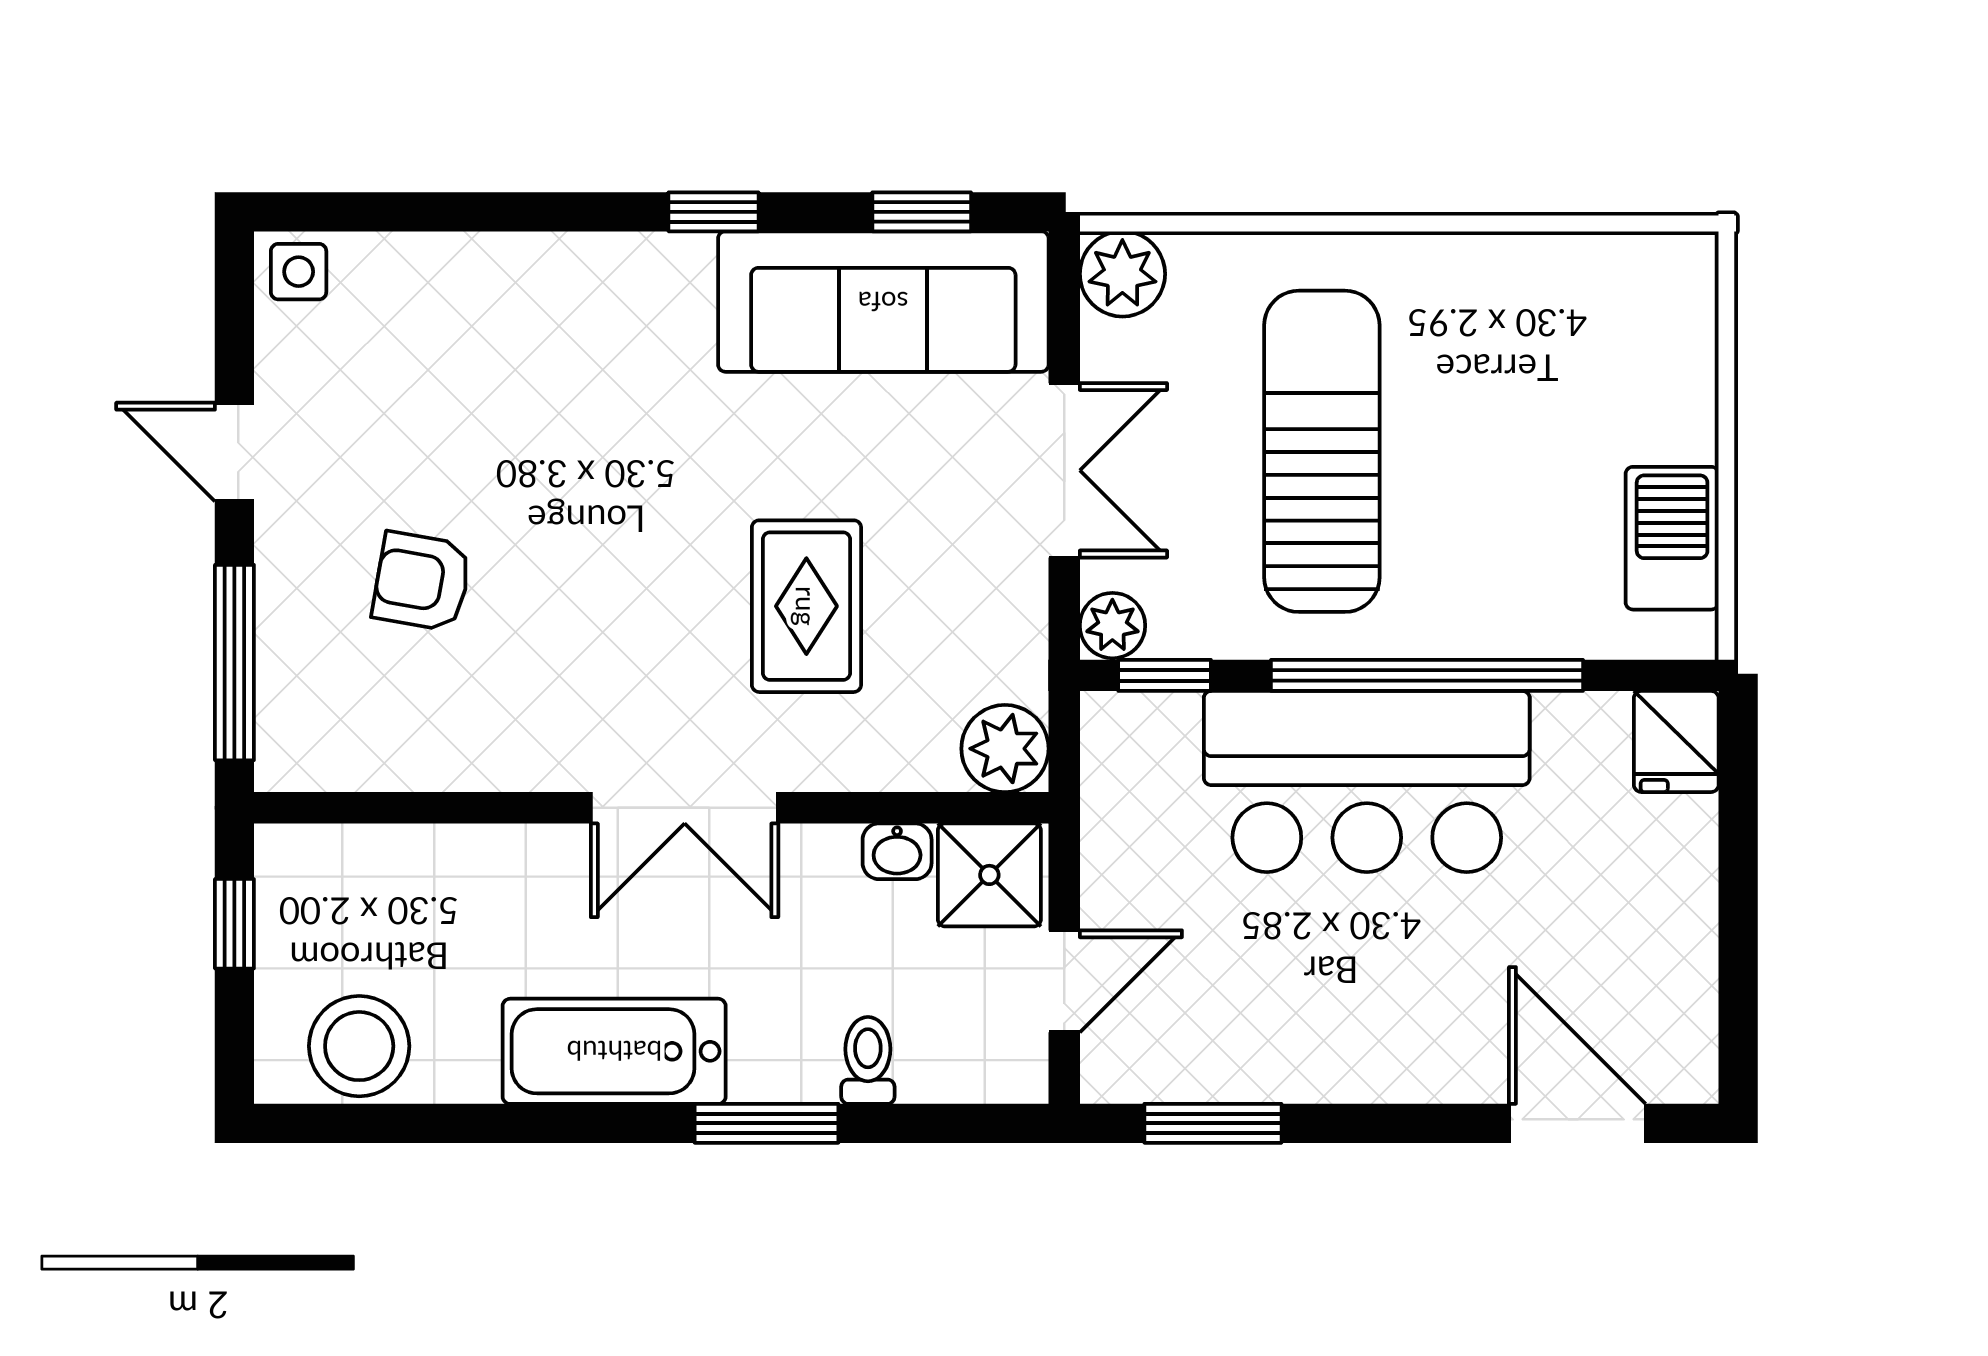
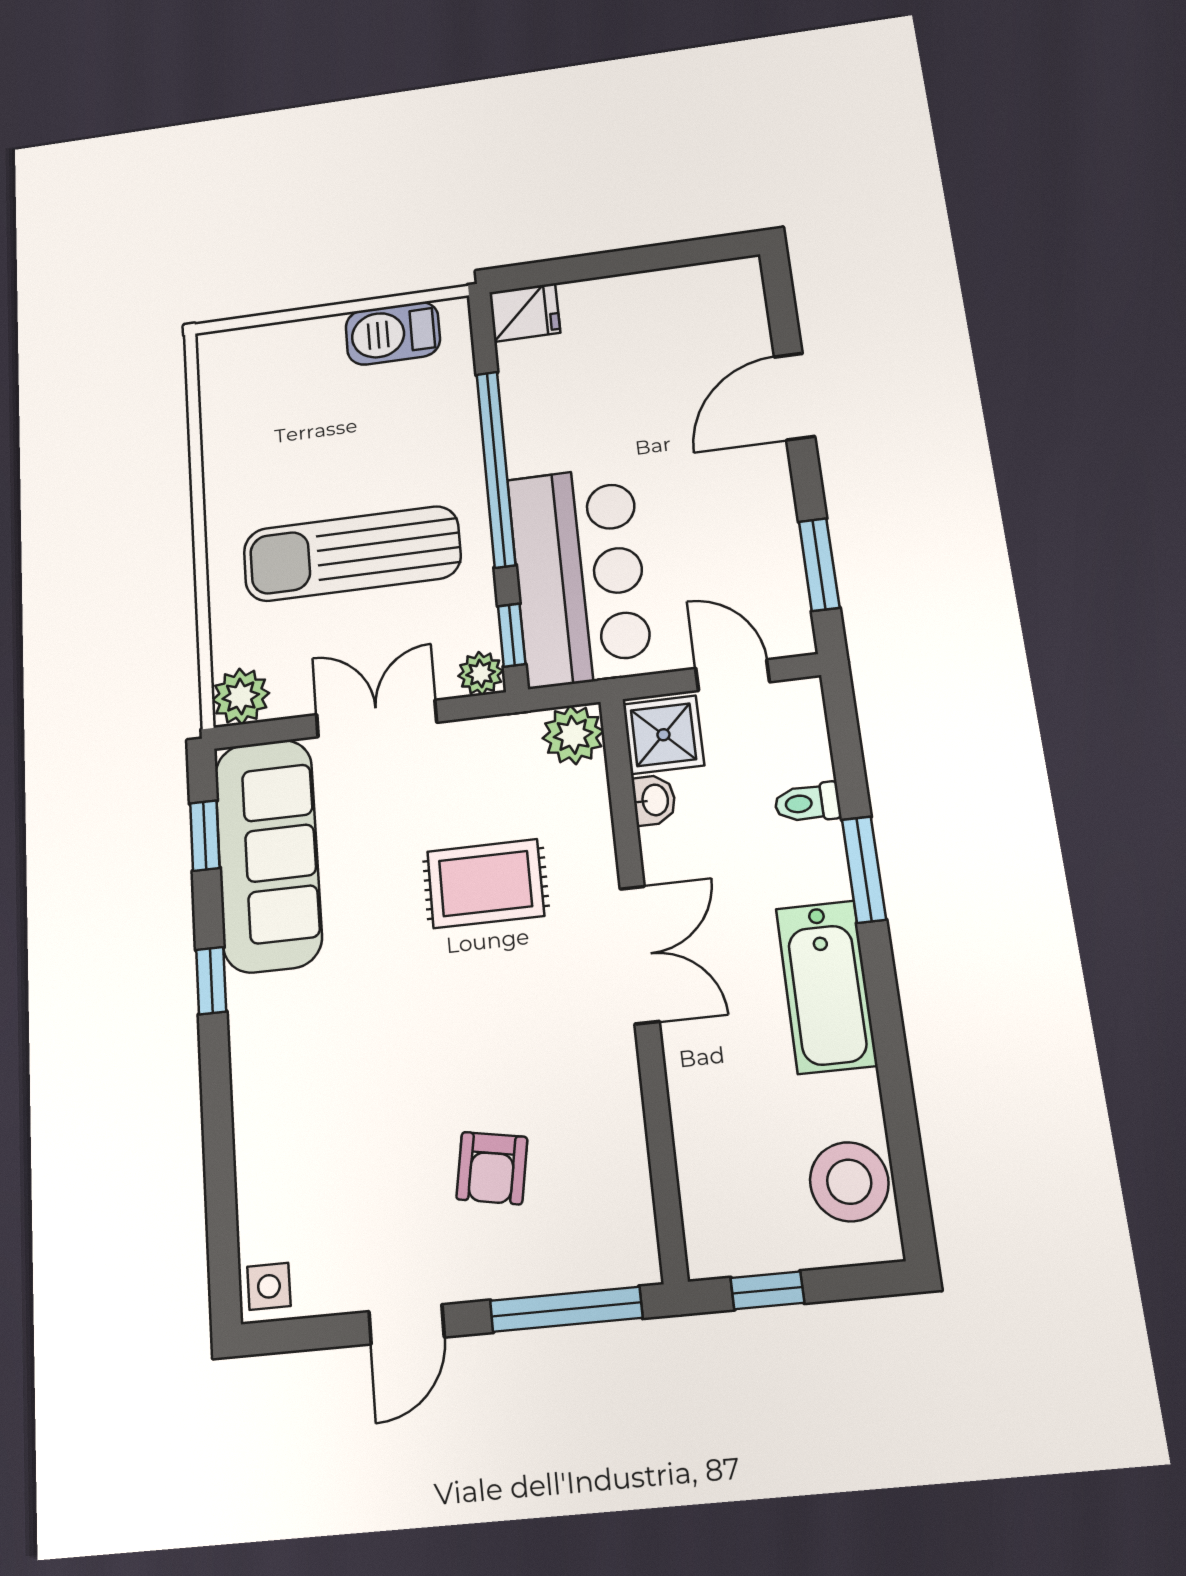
bar counter: (1367, 781) -> (579, 575), moved
door: (1577, 1123) -> (794, 396), moved

